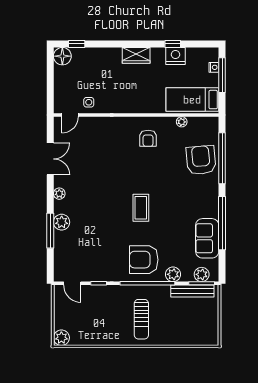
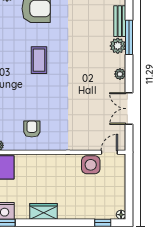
floor lamp: (62, 56) -> (121, 215), width x0.53, depth x0.53
side table: (89, 102) -> (91, 165), width x1.87, depth x1.87
bench: (60, 247) -> (120, 21), added

